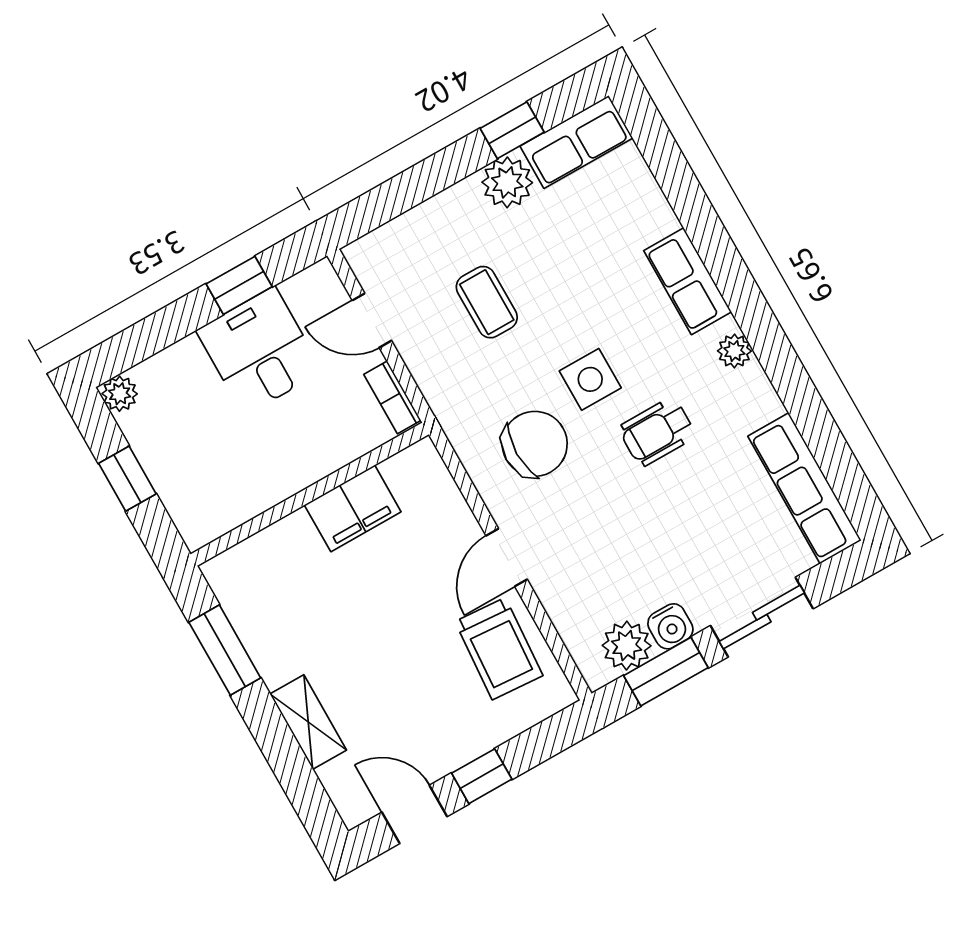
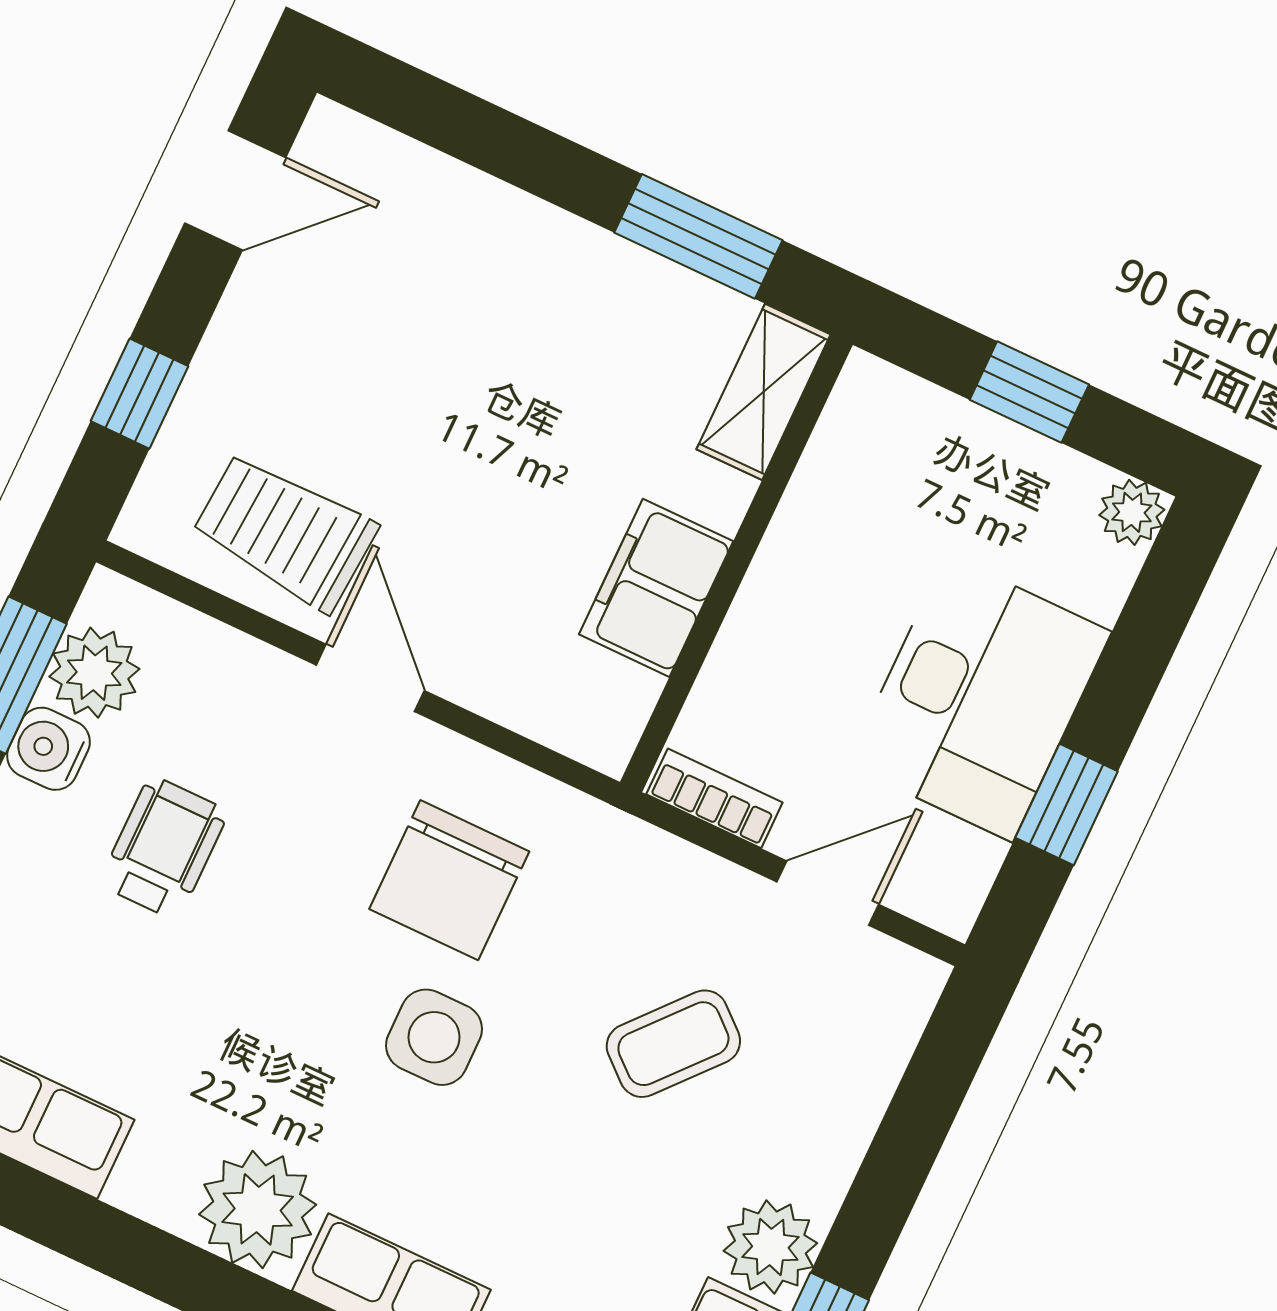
coffee table: (487, 302) -> (673, 1044), turned -49
desk: (259, 351) -> (979, 698), width x1.37
plant: (734, 351) -> (258, 1209), width x1.88, depth x1.88
wheelchair: (657, 432) -> (164, 848), moved
shelving: (308, 722) -> (764, 392), moved, turned 90
window: (482, 776) -> (140, 394), moved

